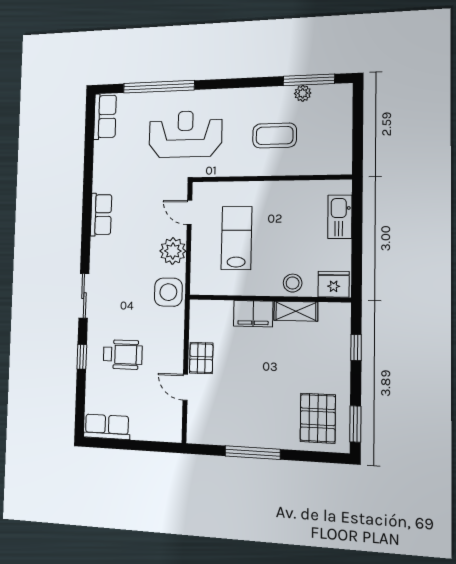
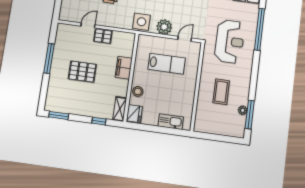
shelving: (296, 311) -> (120, 109), moved
pallet: (318, 418) -> (82, 72), moved

